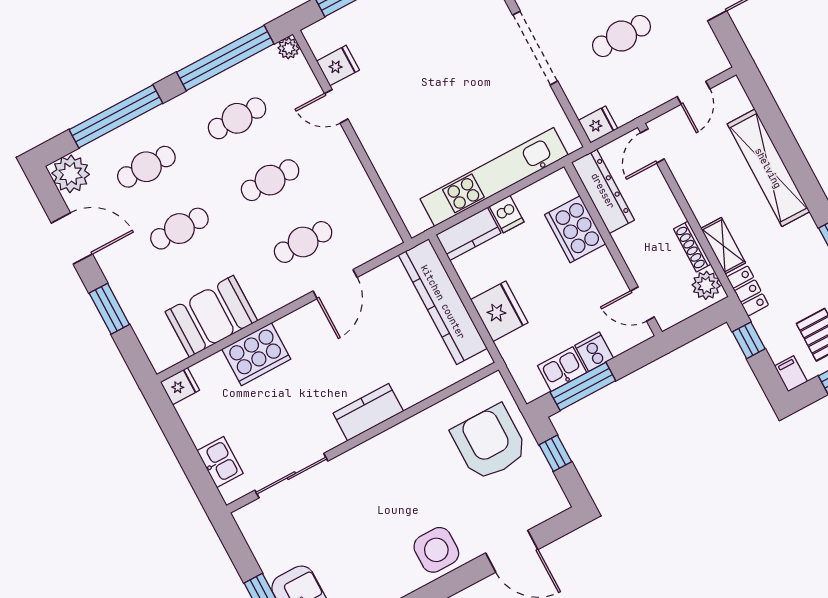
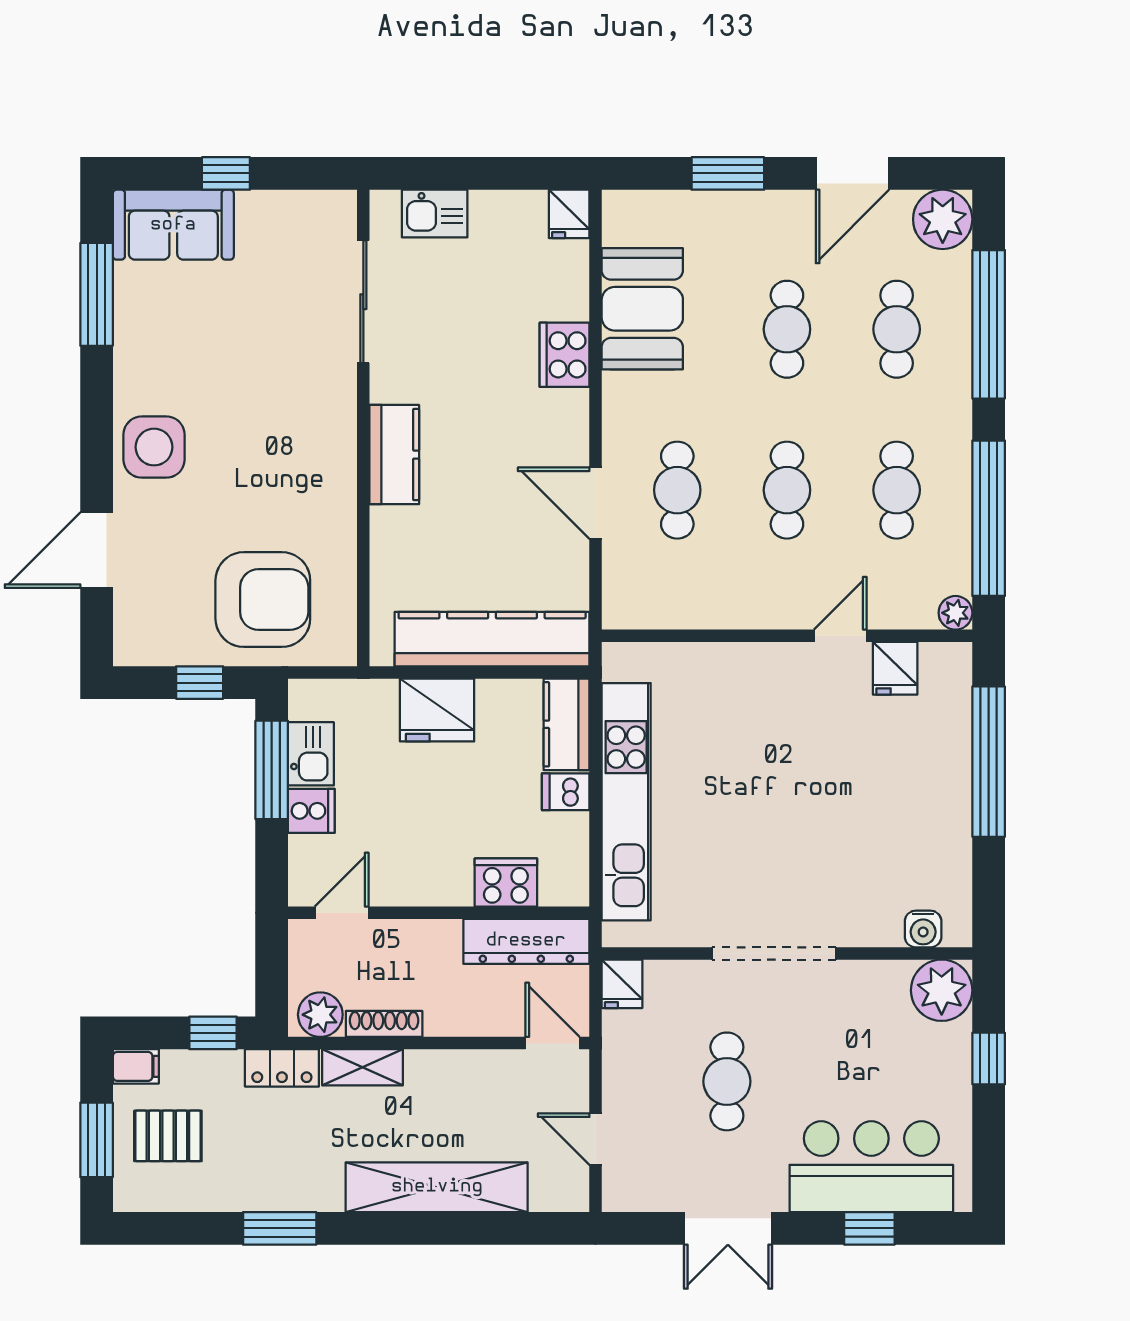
cooker: (575, 229) -> (506, 883), width x0.73, depth x0.76
cooker: (256, 354) -> (565, 355), width x0.73, depth x0.76

